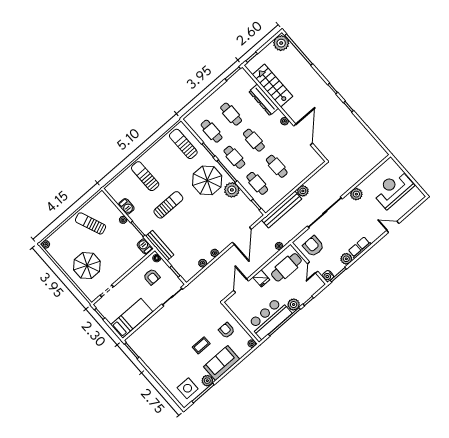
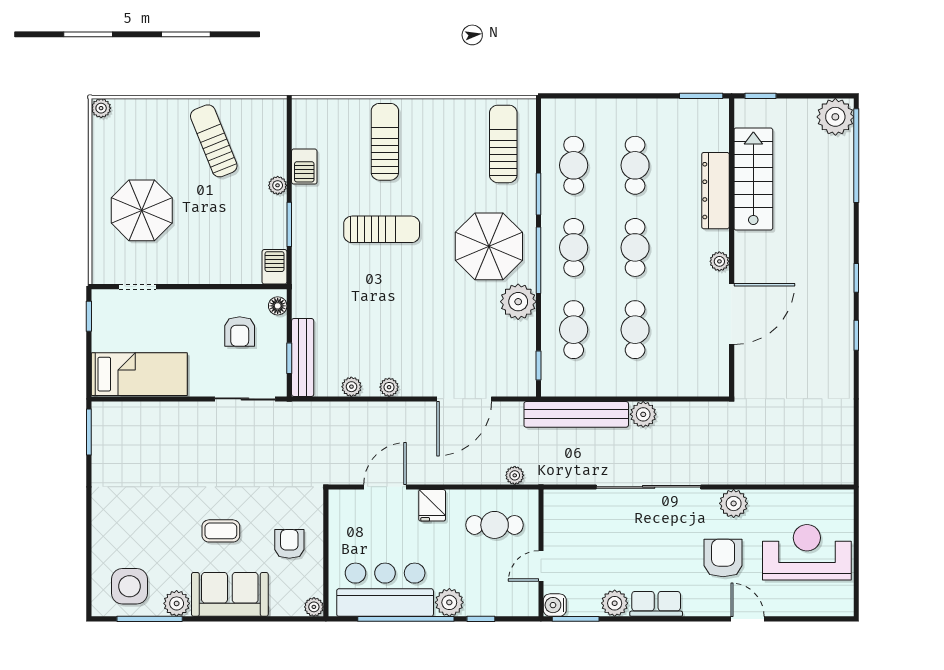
bench: (160, 245) -> (303, 357), moved
armchair: (313, 246) -> (723, 558), moved
cafe table: (286, 267) -> (495, 525), width x0.73, depth x0.74

